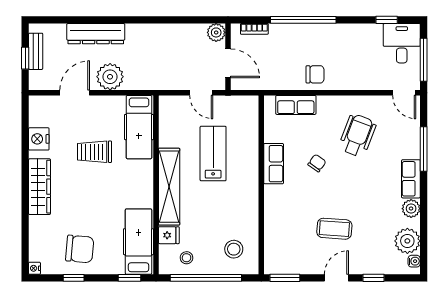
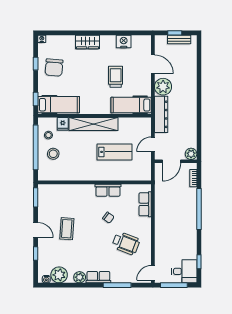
dresser: (96, 34) -> (161, 114), moved, turned 180
chair: (315, 74) -> (165, 216), removed
wardrobe: (39, 187) -> (88, 42), width x0.67
stool: (234, 249) -> (53, 154), moved

